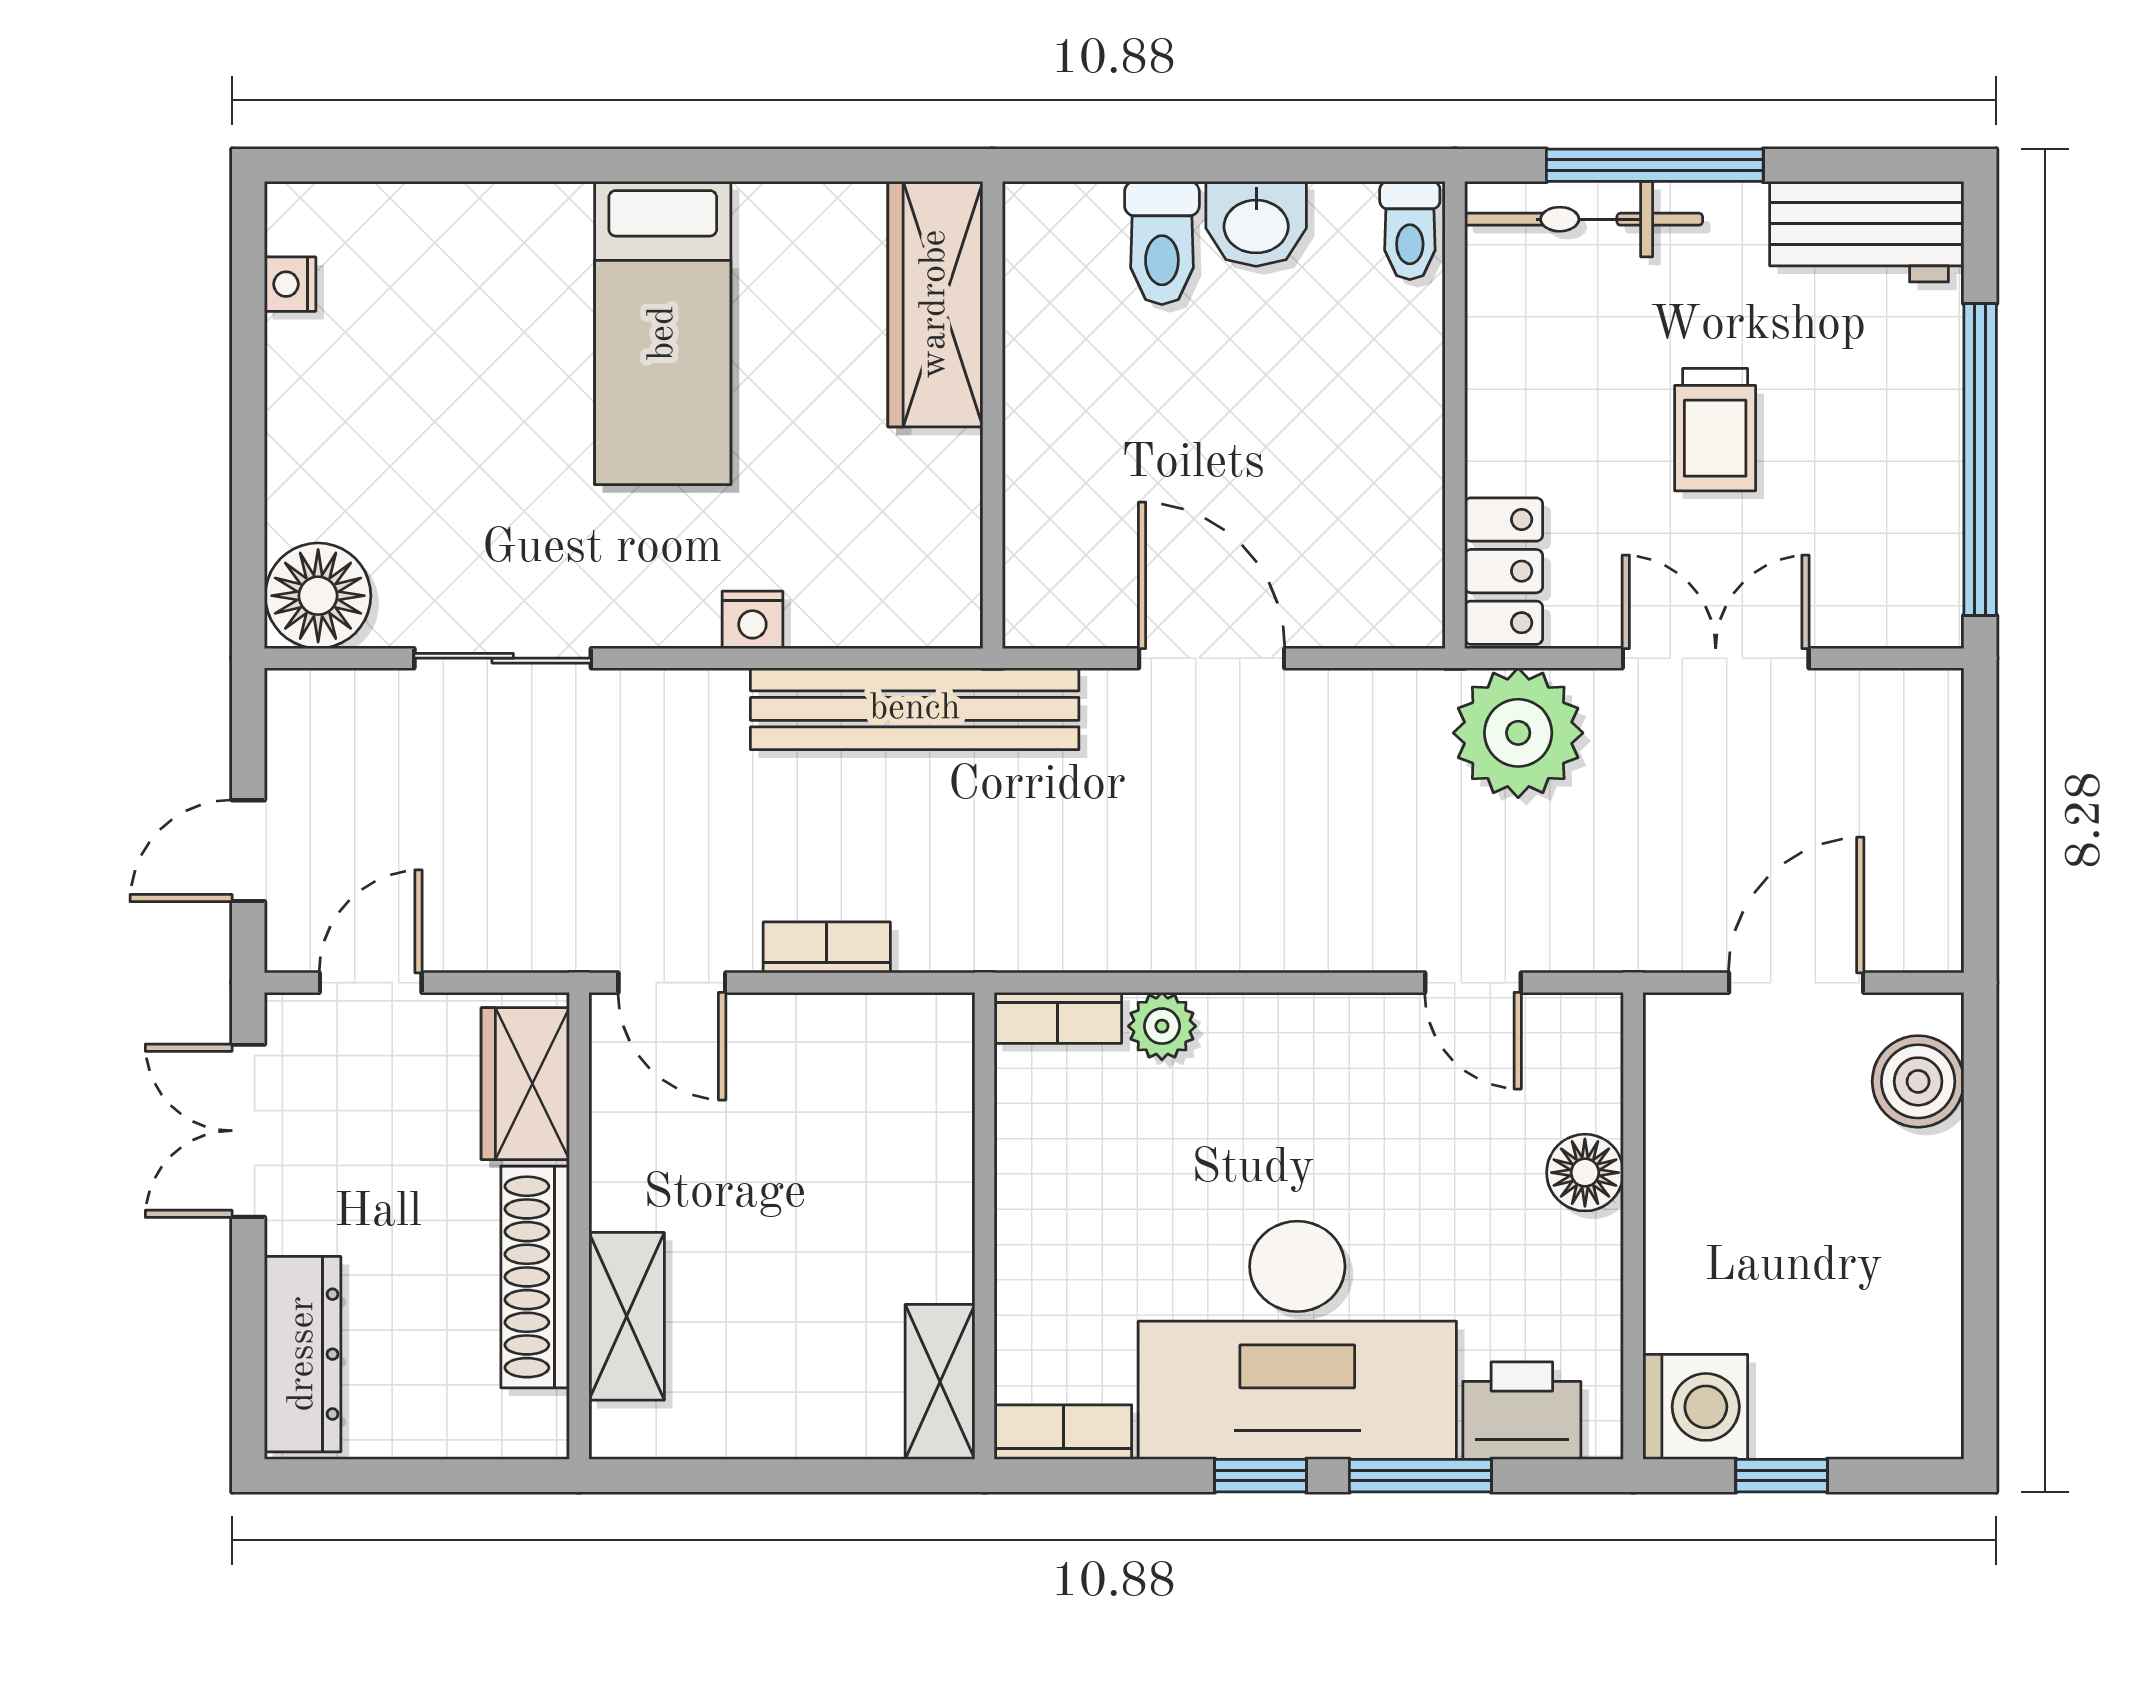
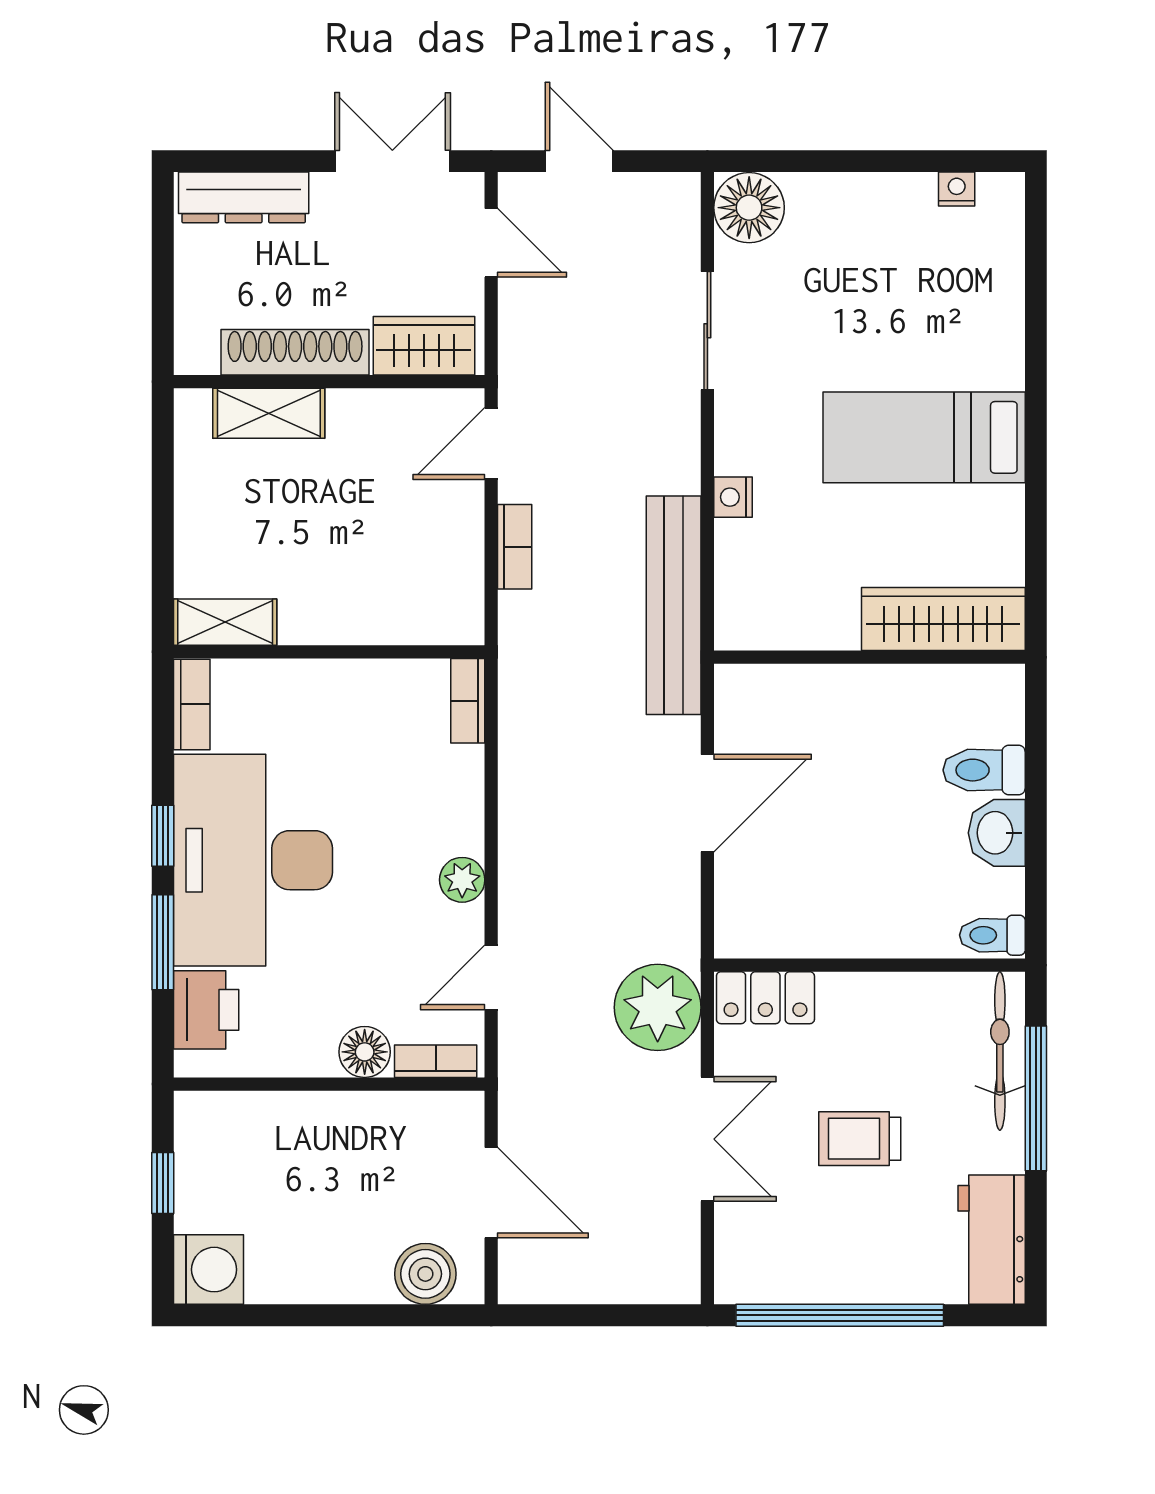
plant: (1162, 1026) -> (462, 880), moved
bookcase: (1599, 1066) -> (436, 1061), added
washing machine: (1695, 1407) -> (208, 1270), moved, turned -90

